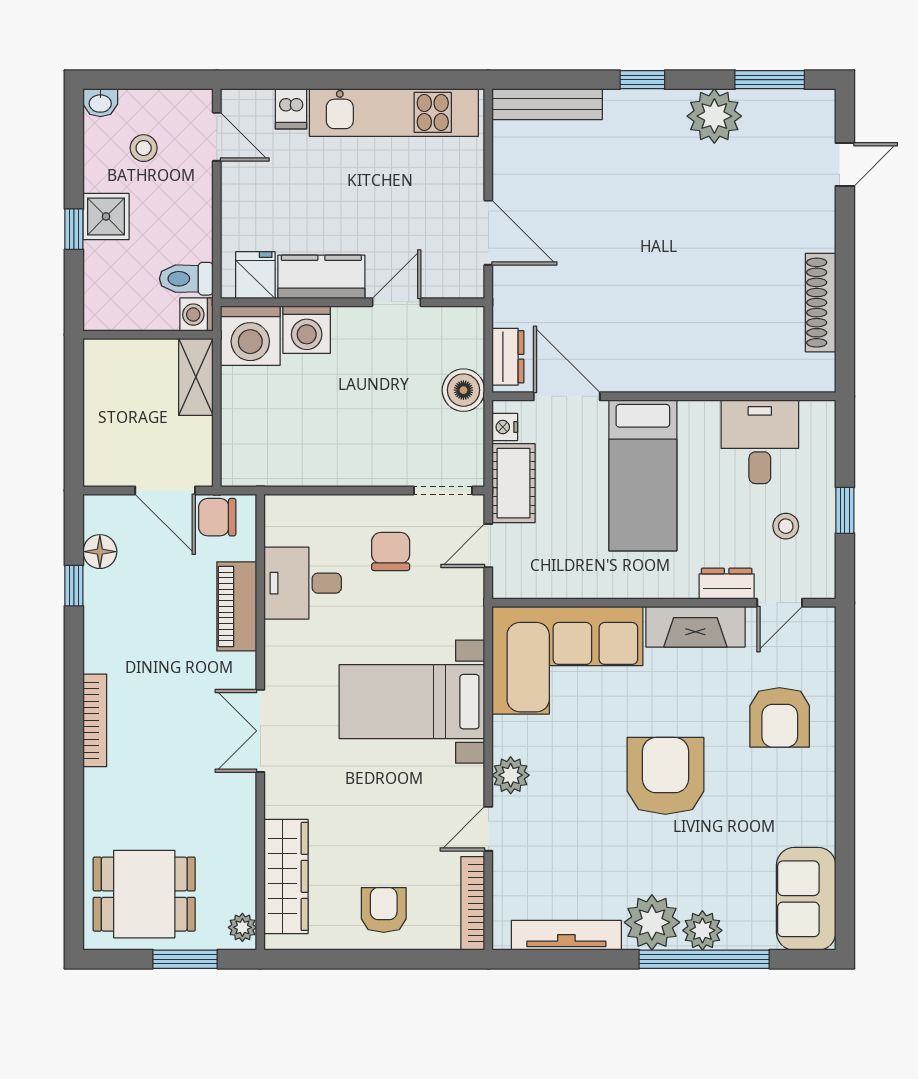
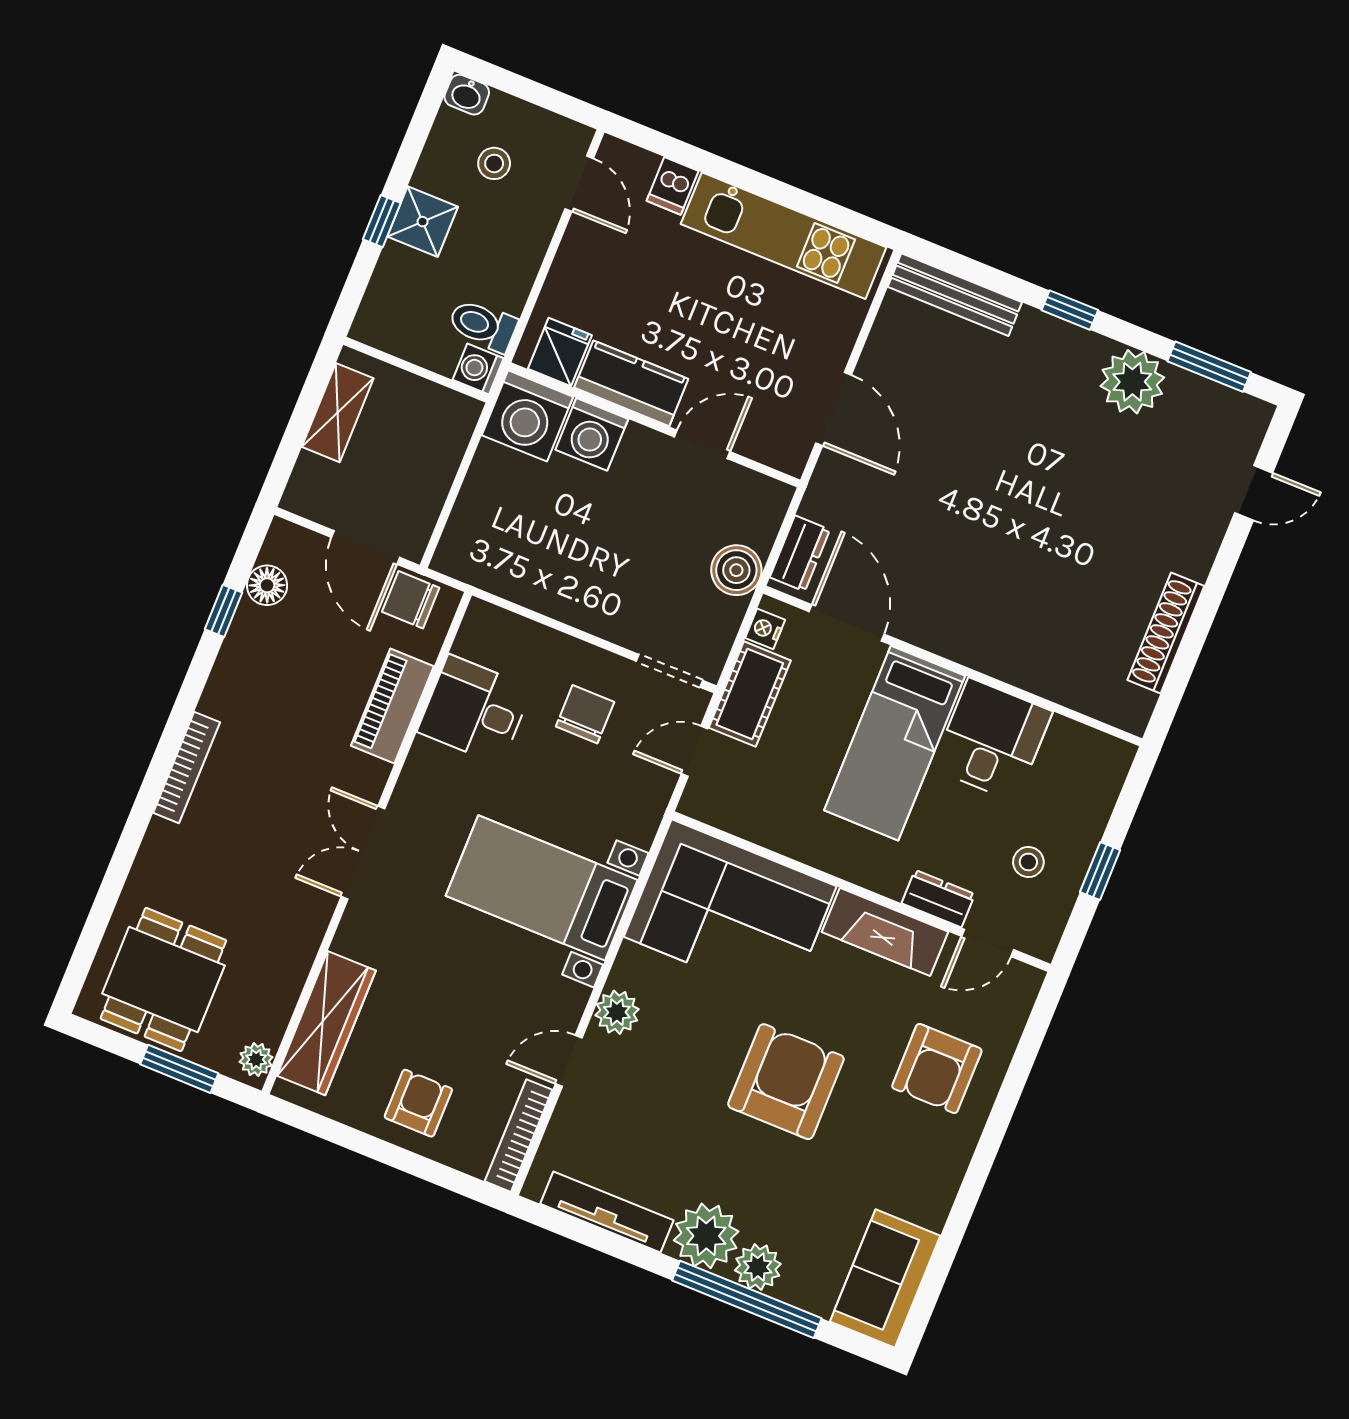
shelving: (196, 377) -> (338, 413), moved
desk: (760, 442) -> (992, 740), moved
dining table: (144, 894) -> (163, 979), turned 90

